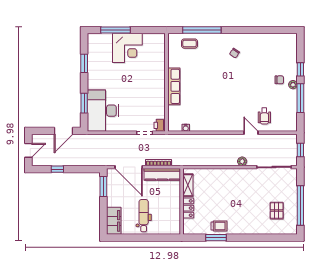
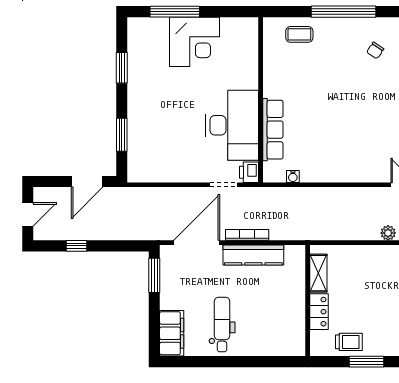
window: (202, 30) -> (343, 12), moved
row of seats: (174, 86) -> (273, 130), moved
desk: (103, 111) -> (232, 125), moved, turned 180
door: (129, 167) -> (197, 243), swing flipped
shelving: (188, 185) -> (318, 273), moved
wall: (182, 201) -> (308, 300), moved
locker: (188, 208) -> (319, 312), moved
window: (216, 238) -> (366, 362), moved

